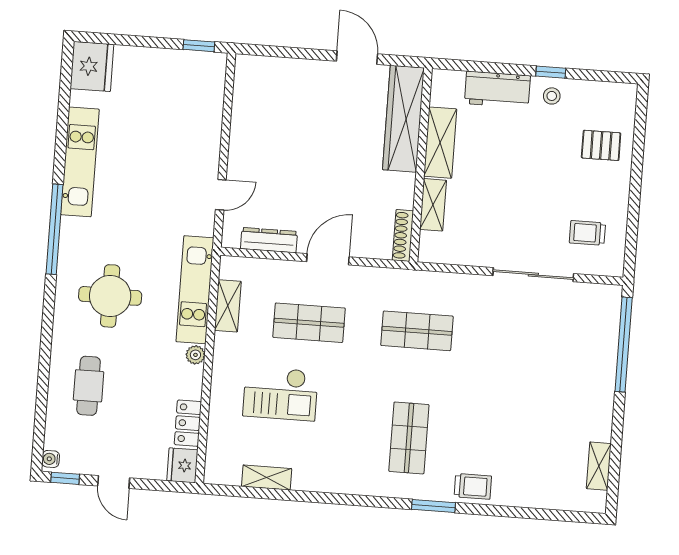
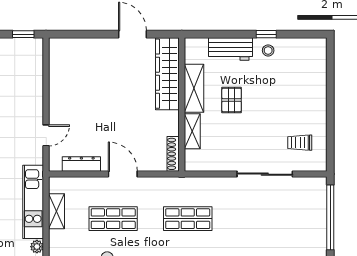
pallet: (601, 145) -> (232, 100), moved, turned 90
door: (328, 259) -> (123, 174), hinge flipped

